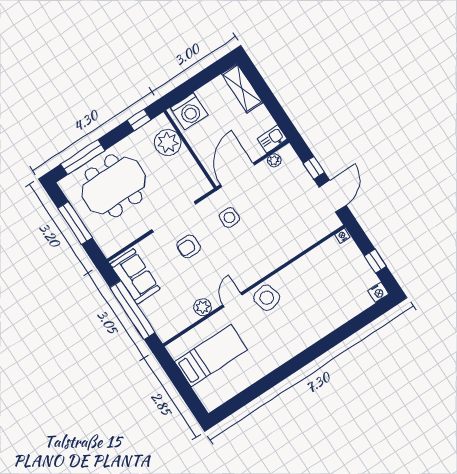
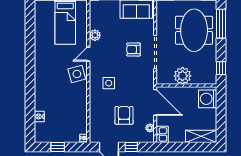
plant: (168, 142) -> (183, 76), moved
armchair: (280, 203) -> (124, 115), added
side table: (229, 218) -> (109, 83), moved
armchair: (189, 246) -> (133, 49), turned -90
nightstand: (378, 292) -> (39, 116), moved
door: (232, 300) -> (88, 54), swing flipped

